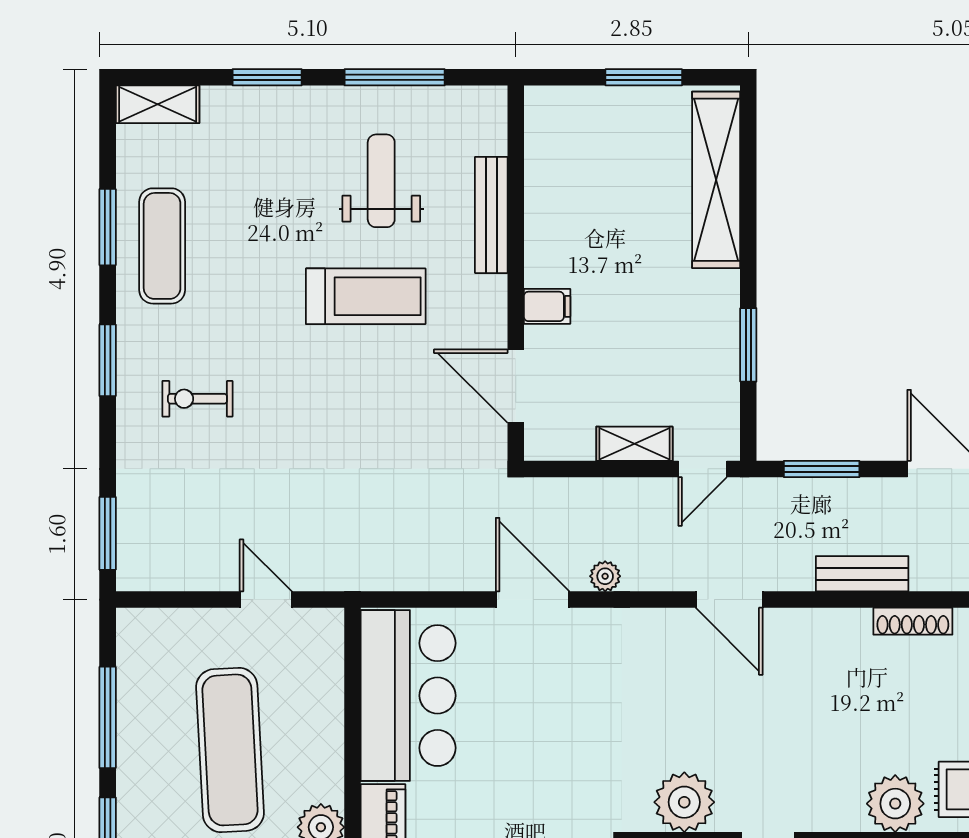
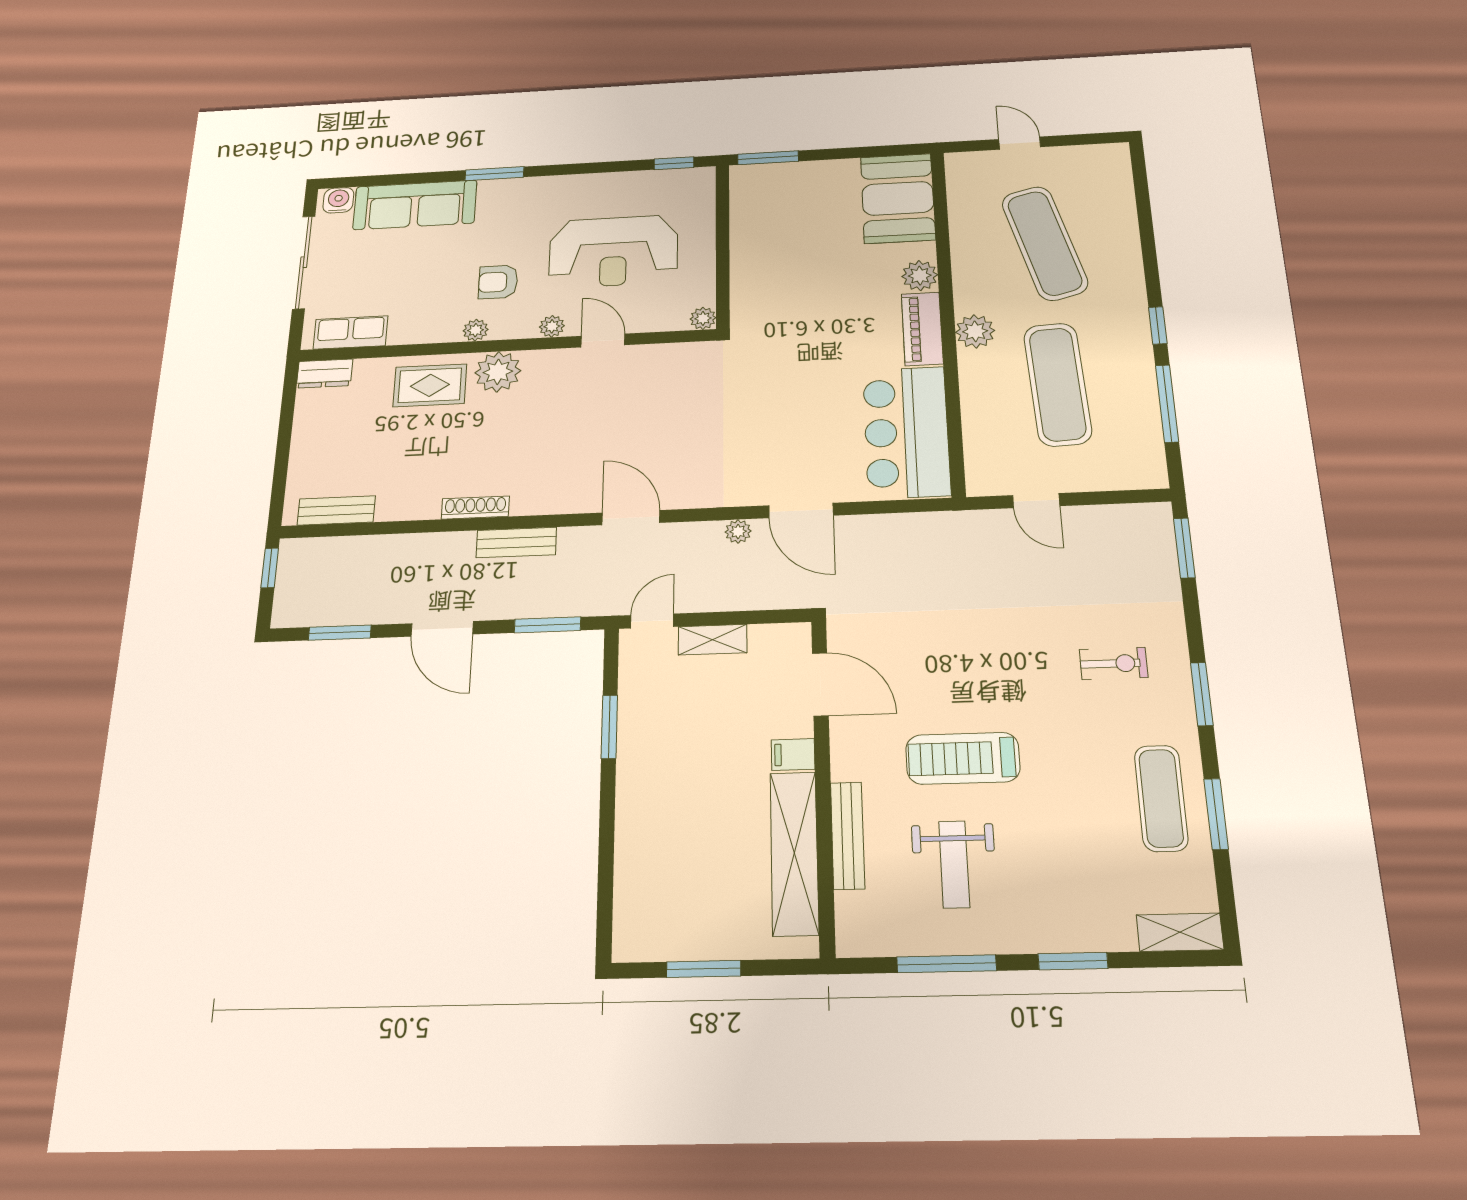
shelving: (716, 180) -> (794, 853), moved
plant: (684, 802) -> (671, 364), removed

